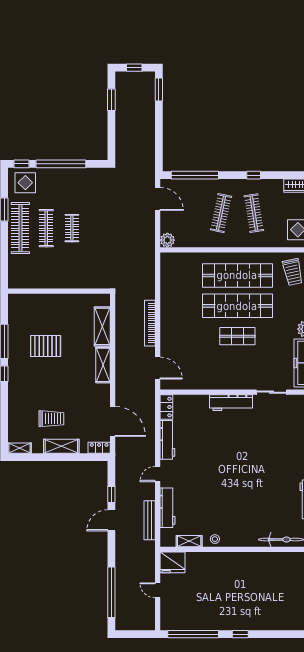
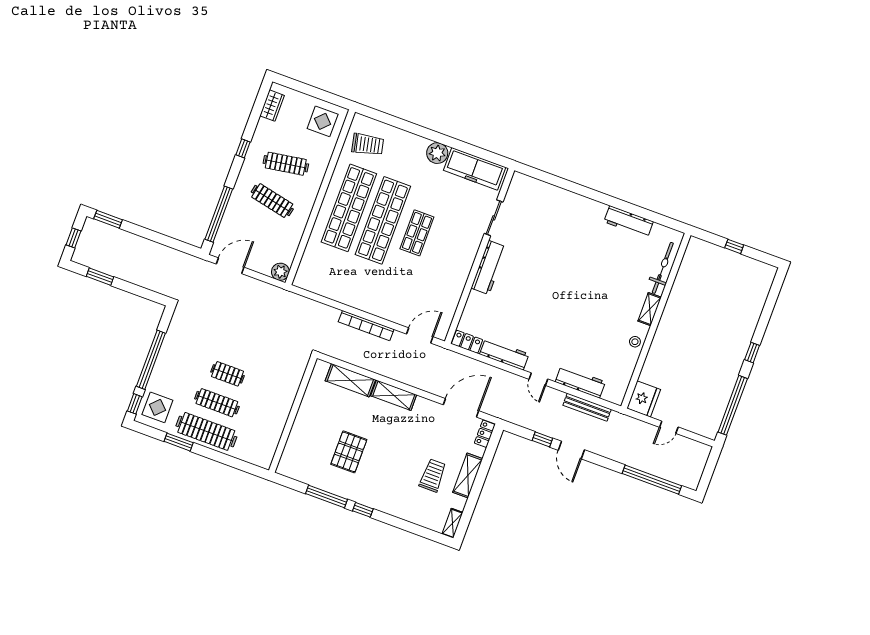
shelving: (189, 541) -> (650, 309), moved

